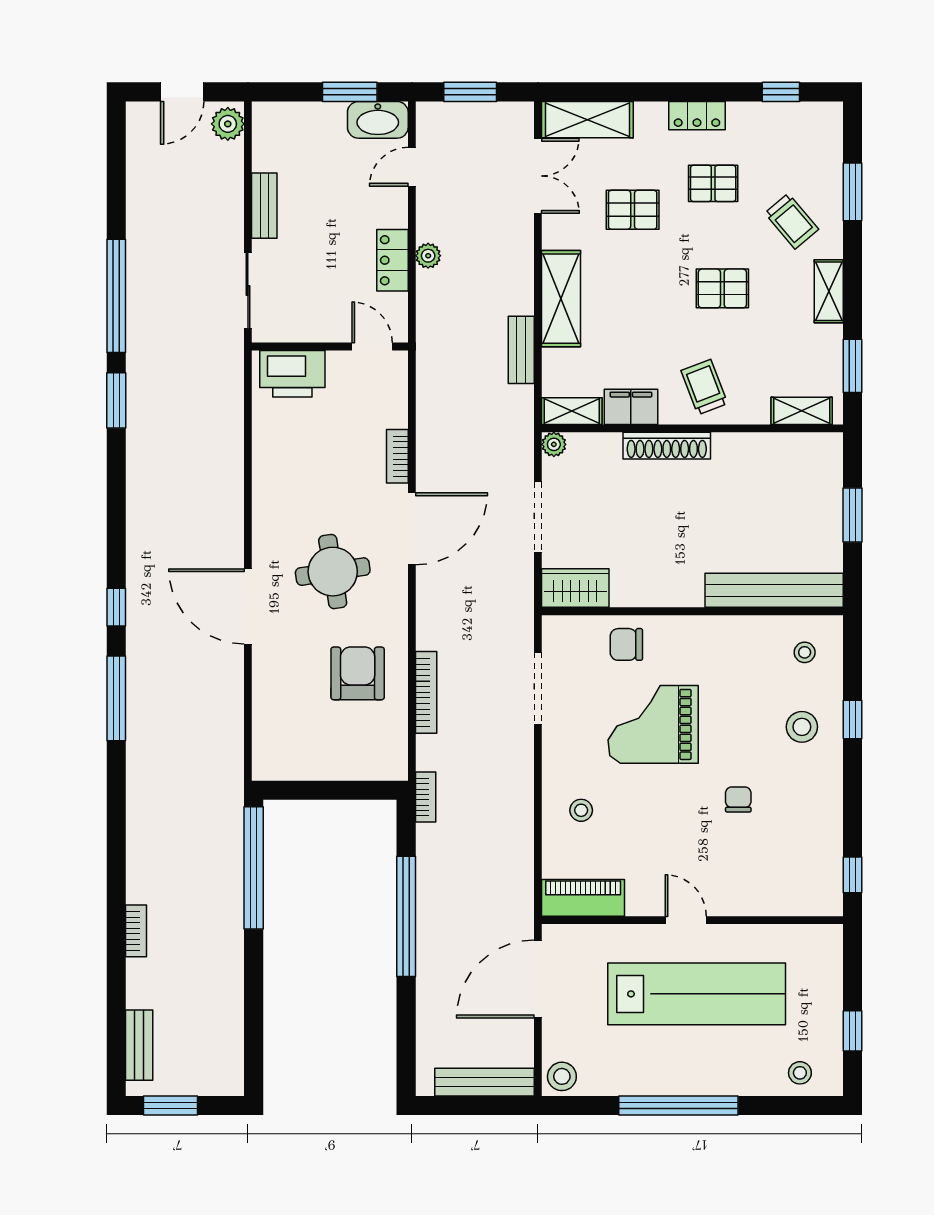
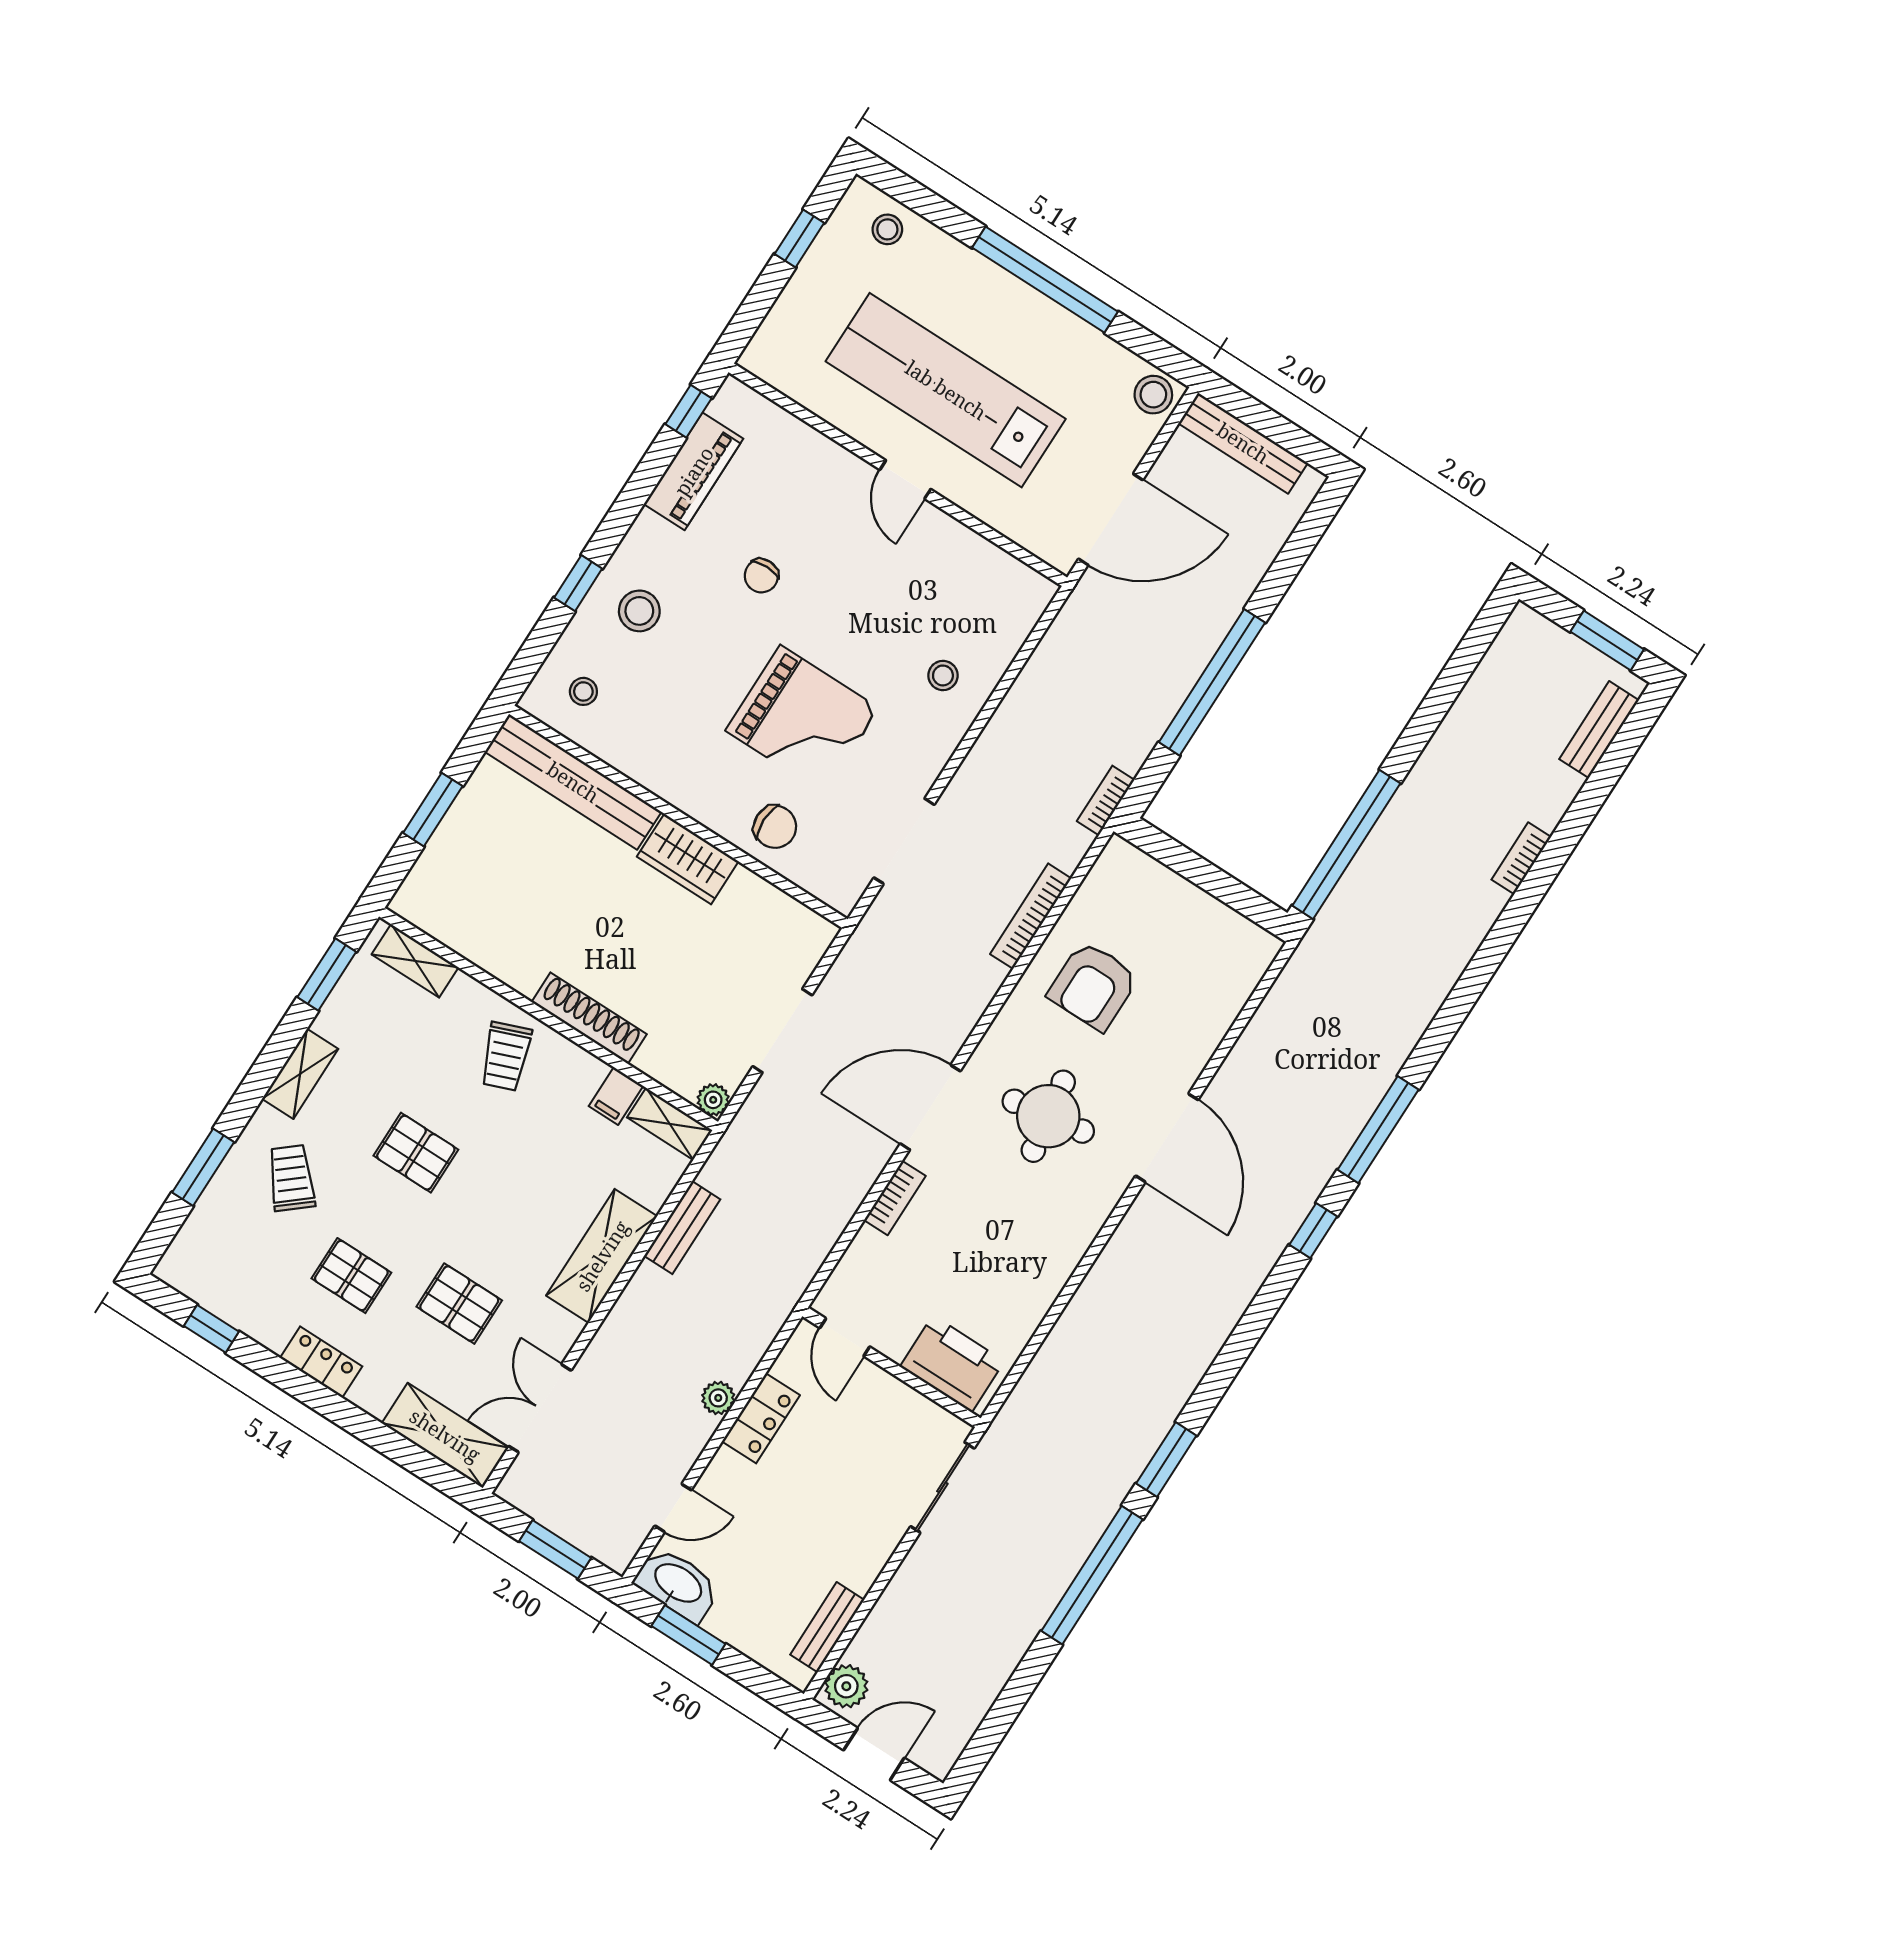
bench: (264, 206) -> (827, 1627), moved
filing cabinet: (631, 407) -> (616, 1096), width x0.50
wardrobe: (575, 588) -> (688, 859), moved
piano: (583, 898) -> (694, 471), moved, turned -90

